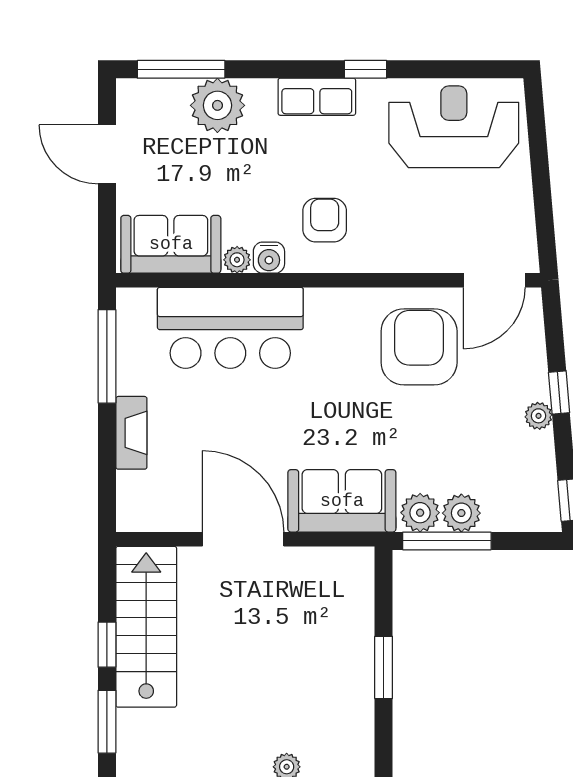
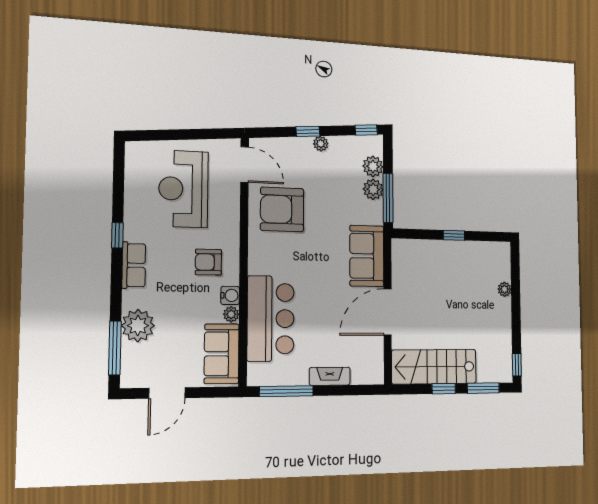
reception desk: (454, 127) -> (183, 189), moved
plant: (420, 513) -> (373, 166), moved
window: (384, 667) -> (454, 235), width x0.67

